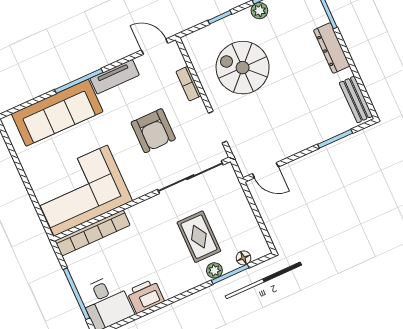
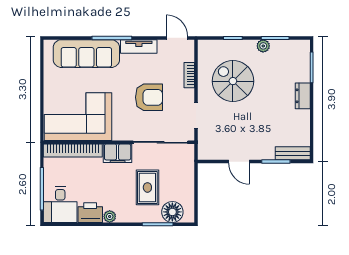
dresser: (332, 48) -> (303, 96), width x0.70
bench: (356, 99) -> (293, 153), moved, turned 90
armchair: (153, 131) -> (149, 97), turned -90
door: (265, 170) -> (239, 162), moved
filing cabinet: (146, 213) -> (118, 153), added
floor lamp: (244, 258) -> (172, 212), width x1.89, depth x1.89
plant: (214, 270) -> (110, 216), moved

